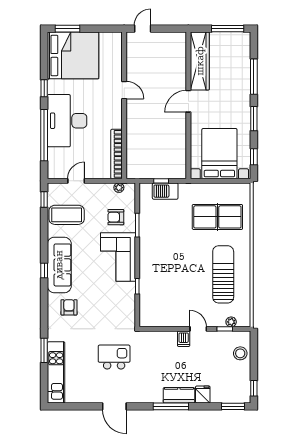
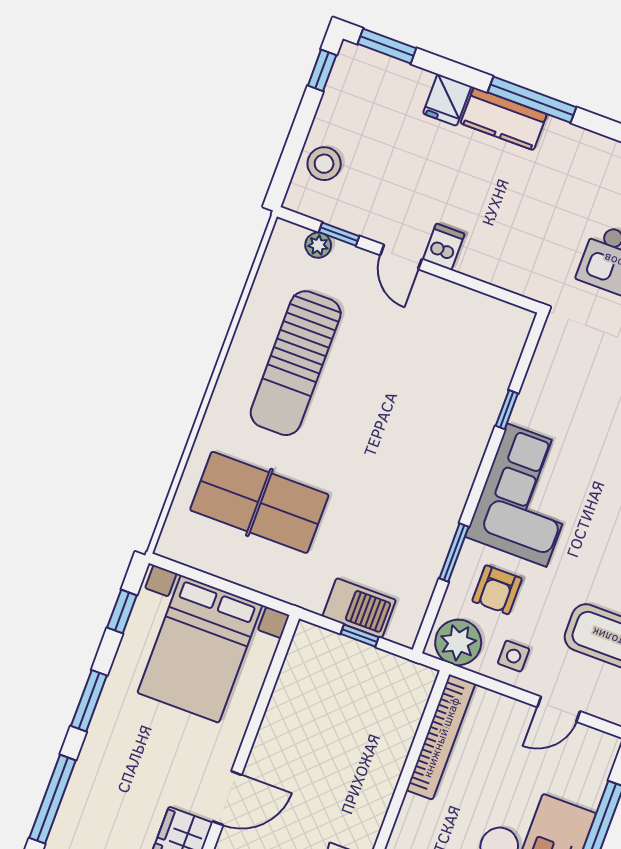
plant: (119, 188) -> (458, 642), width x1.87, depth x1.87
side table: (100, 195) -> (514, 656), added
armchair: (116, 217) -> (497, 590), turned 90

